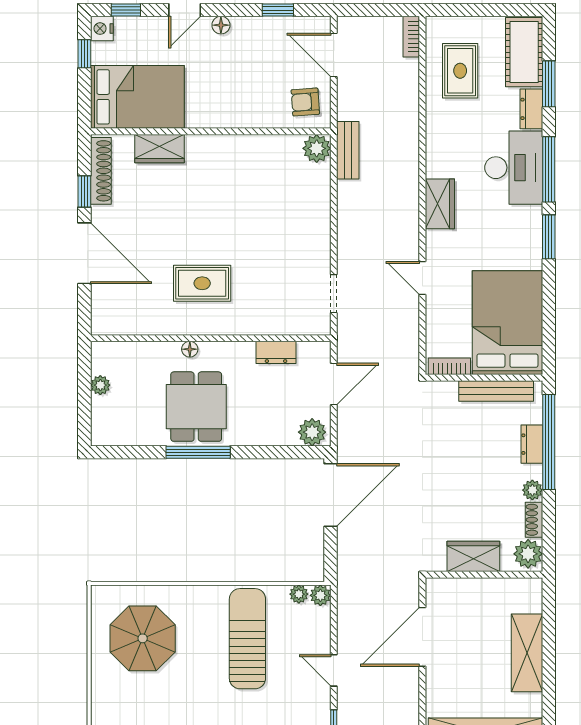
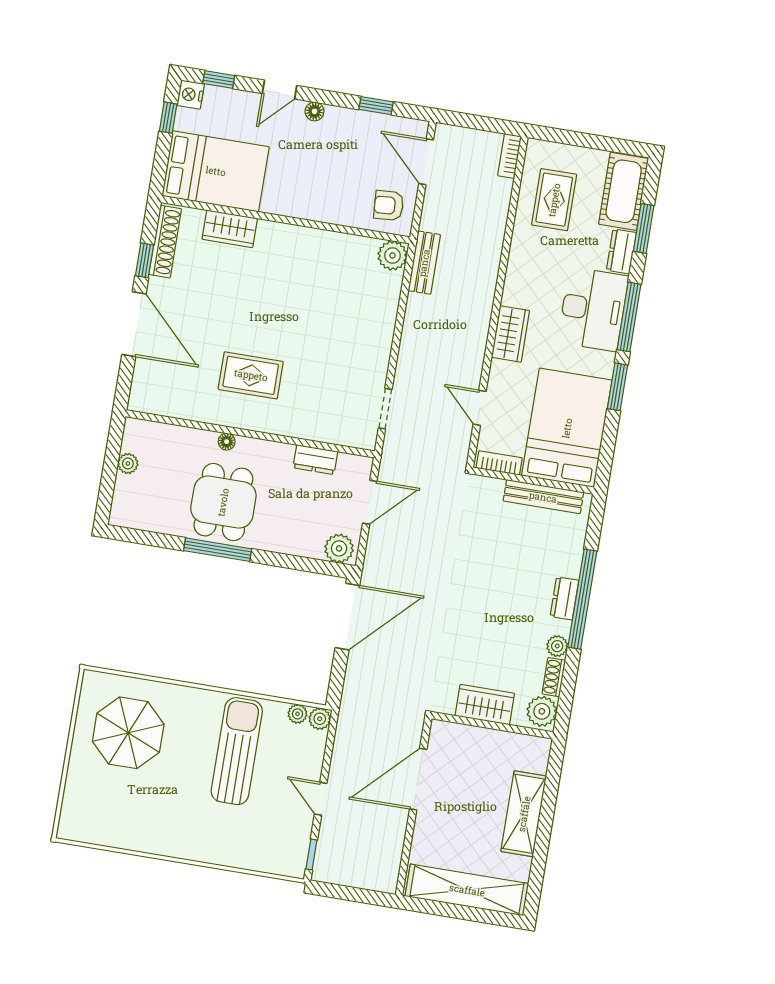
bed: (507, 323) -> (567, 428), moved
bookcase: (449, 366) -> (499, 463), moved
wall: (484, 378) -> (533, 481), moved
bench: (496, 391) -> (543, 497), moved

